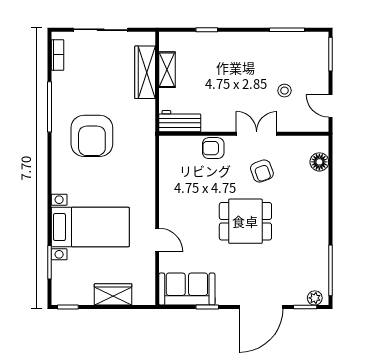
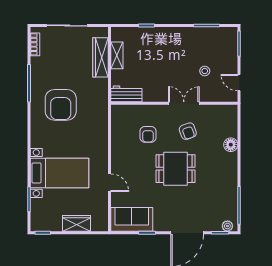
armchair: (213, 148) -> (148, 134), moved, turned -90
floor lamp: (319, 162) -> (231, 145), moved

